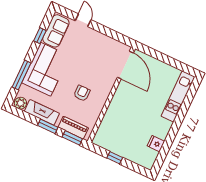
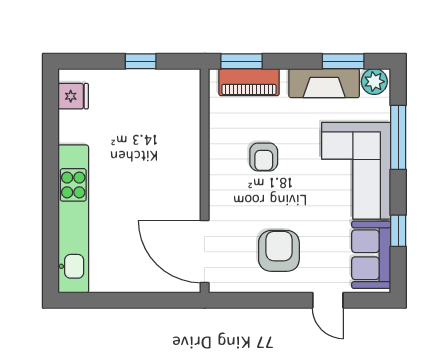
armchair: (94, 51) -> (279, 251), added
kitchen unit: (178, 96) -> (73, 219), width x1.36
window: (48, 126) -> (343, 61), moved
fridge: (156, 144) -> (73, 96), moved

